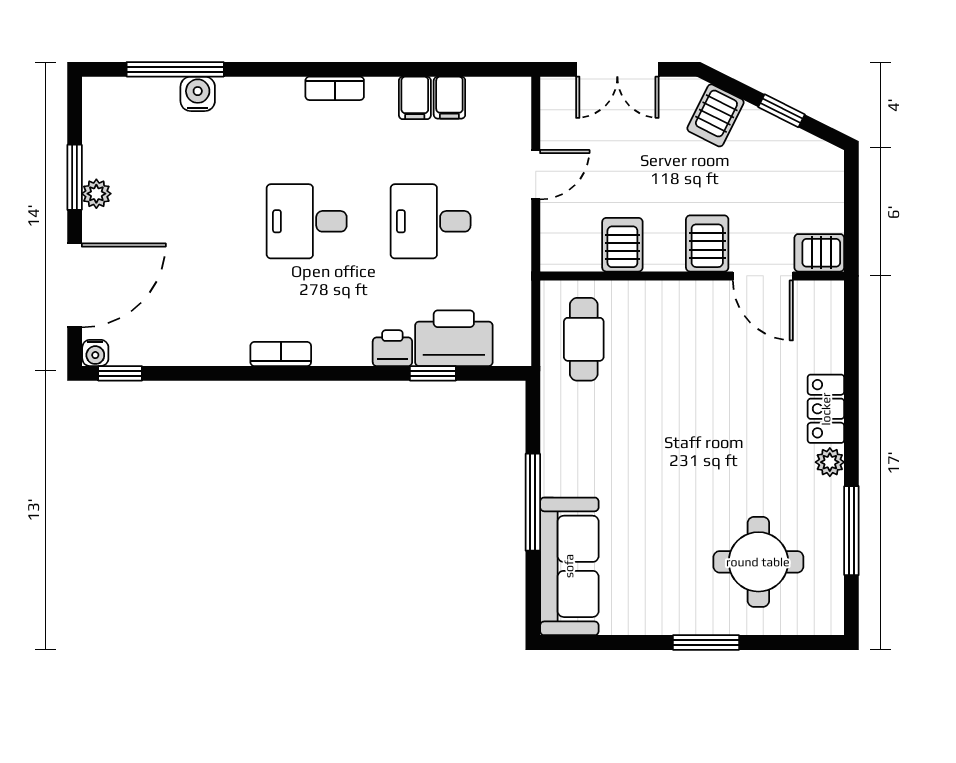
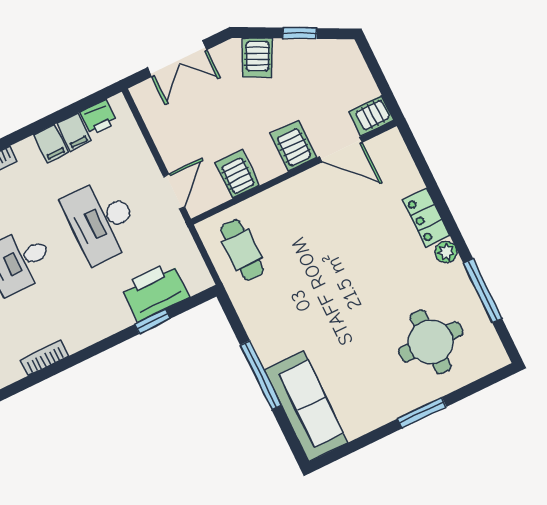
door: (536, 175) -> (174, 192), moved
desk: (431, 221) -> (101, 221), width x1.37
printer: (392, 348) -> (99, 118), moved, turned 180

